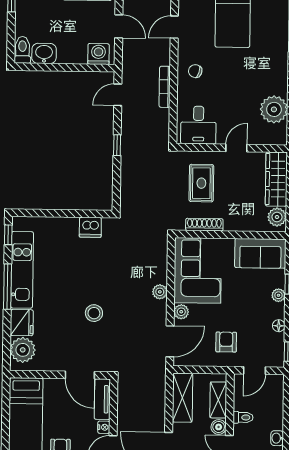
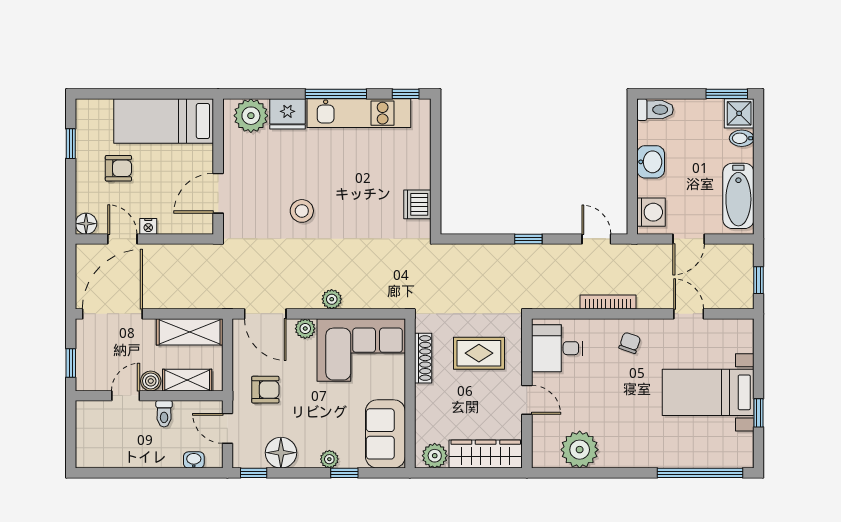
washbasin: (44, 53) -> (651, 162), moved
floor lamp: (279, 326) -> (281, 453), width x1.89, depth x1.89
tv unit: (102, 399) -> (186, 224), removed
washbasin: (277, 438) -> (194, 460), moved

